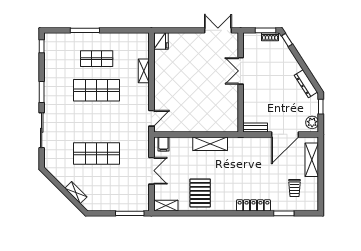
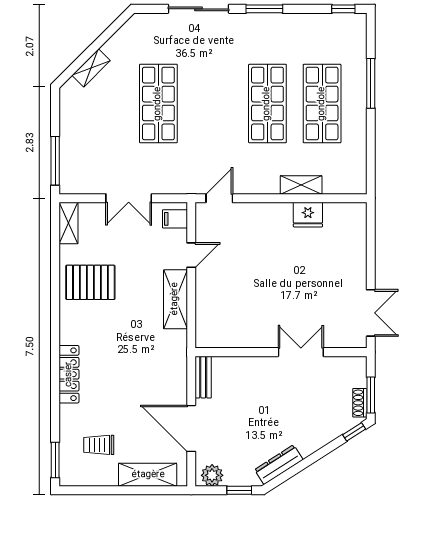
fridge: (161, 41) -> (308, 215), moved
shop shelf: (97, 59) -> (322, 104), width x1.43, depth x1.36
door: (151, 118) -> (219, 198), swing flipped
door: (184, 134) -> (191, 255), added
window: (284, 213) -> (55, 460), moved

